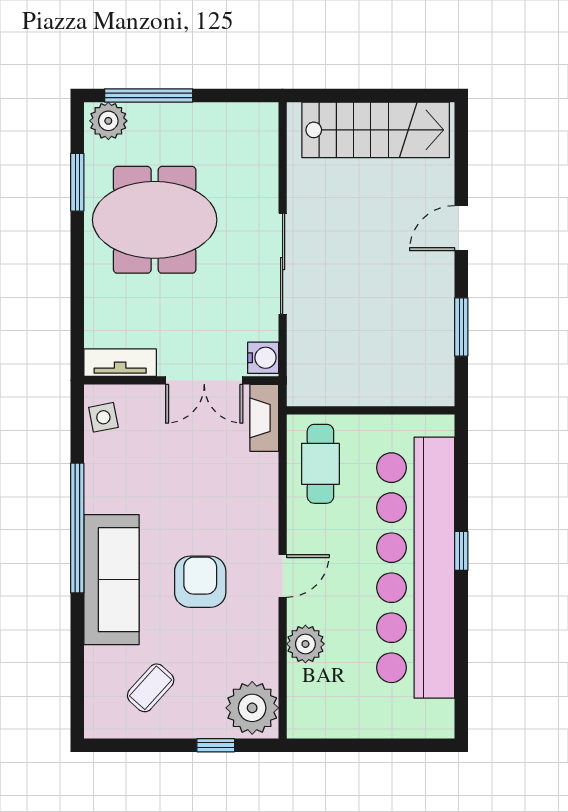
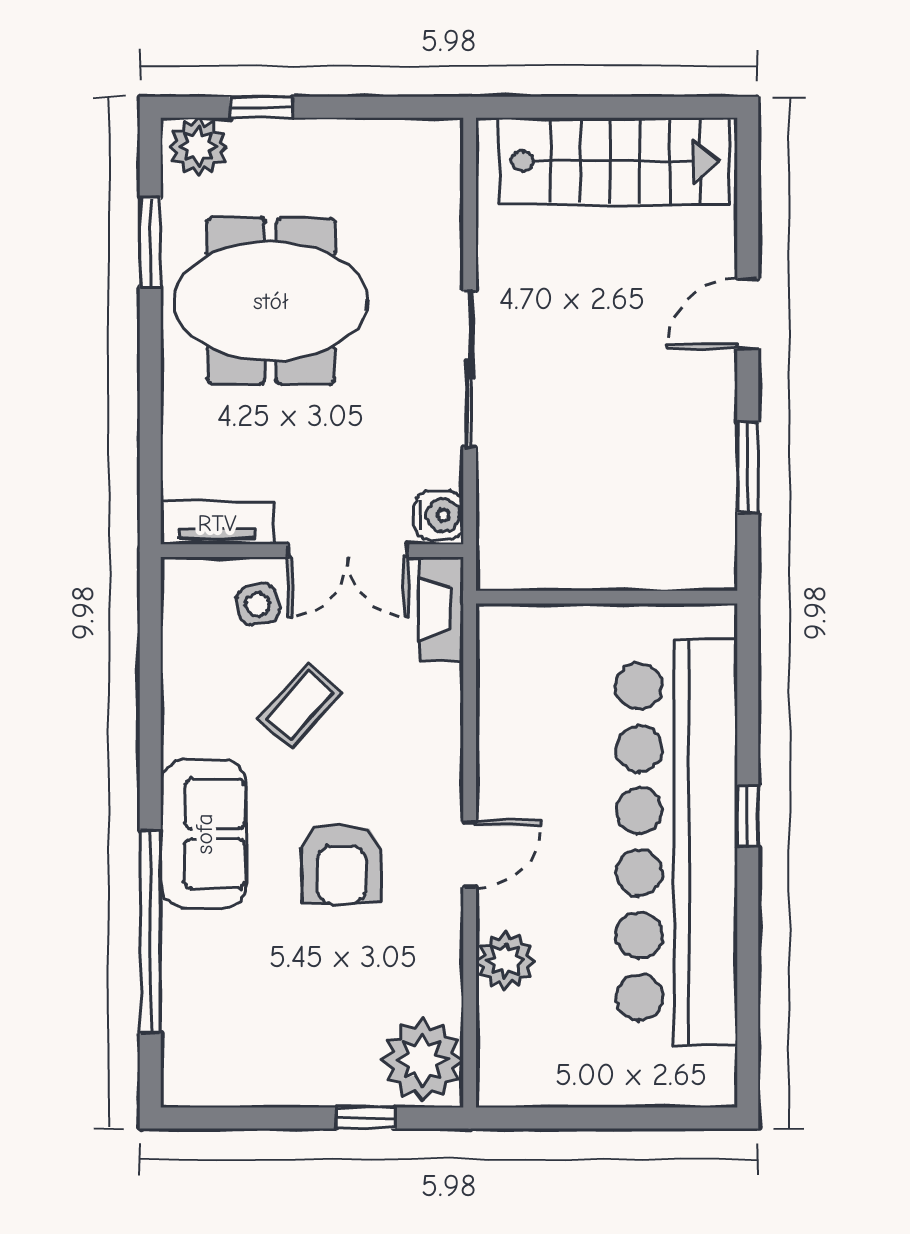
window: (149, 95) -> (261, 107), width x0.46
side table: (103, 417) -> (258, 604), moved
cafe table: (320, 464) -> (529, 680), removed
window: (77, 528) -> (150, 932), moved
sofa: (112, 580) -> (204, 834), width x0.73
armchair: (200, 582) -> (341, 864), turned 180
coffee table: (151, 688) -> (300, 706), moved

